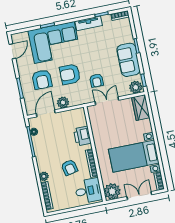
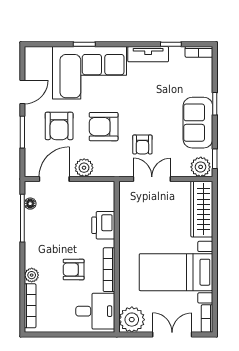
door: (12, 51) -> (22, 92), moved
wardrobe: (141, 108) -> (202, 209), width x1.50
armchair: (69, 167) -> (74, 270), turned 103

